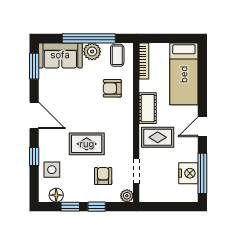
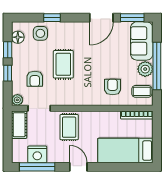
cot: (148, 108) -> (19, 125), moved, turned 90
door: (34, 115) -> (101, 18), moved
armchair: (103, 176) -> (35, 79), turned 90

